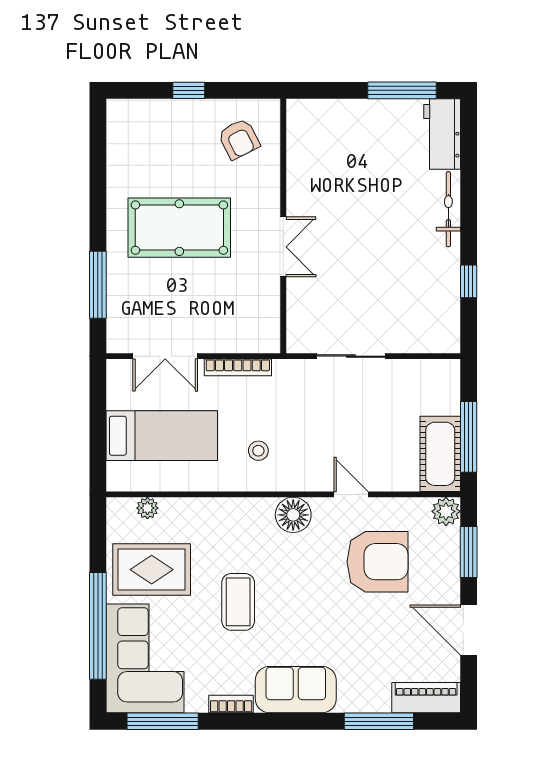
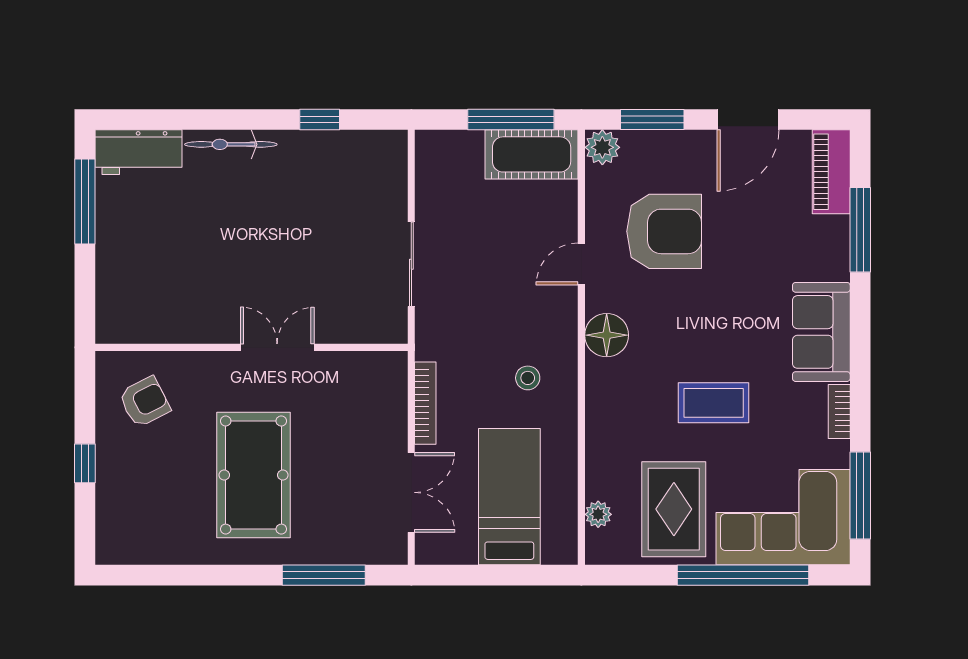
armchair: (378, 562) -> (664, 231), turned 90

